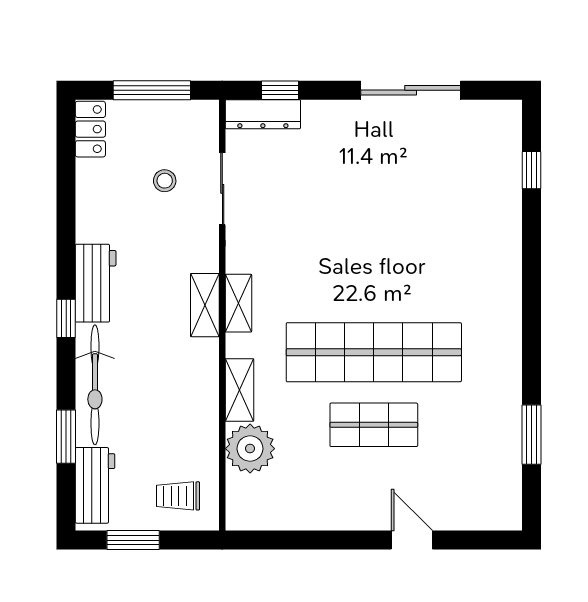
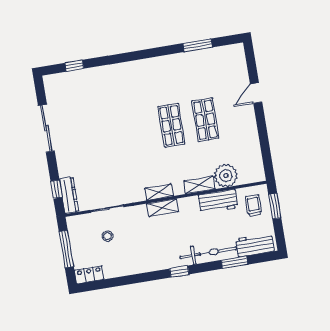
workbench: (96, 283) -> (218, 201), moved, turned 180
shop shelf: (374, 352) -> (171, 125), width x0.50, depth x0.74
trolley: (178, 496) -> (254, 205), turned 180
window: (133, 540) -> (275, 206), moved

